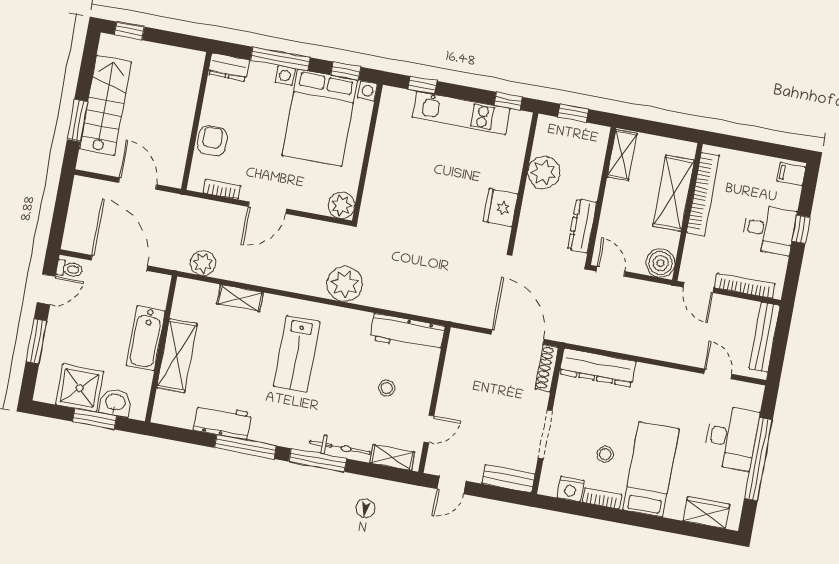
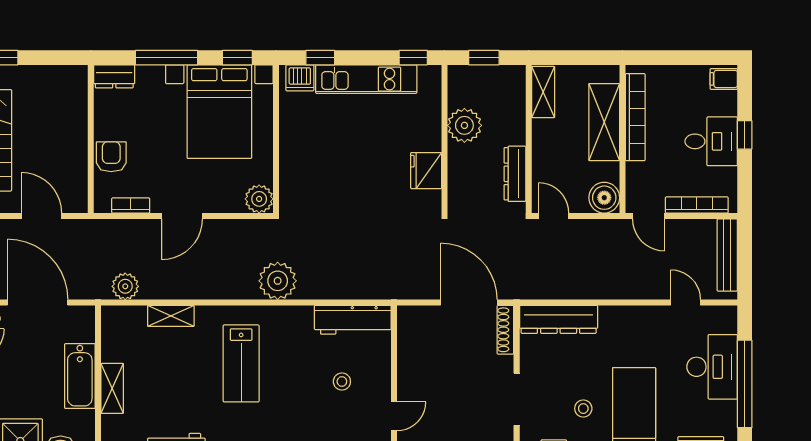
dishwasher: (400, 100) -> (300, 78), added
shelving: (177, 356) -> (112, 388), width x0.67, depth x0.75

